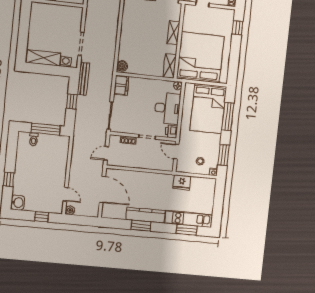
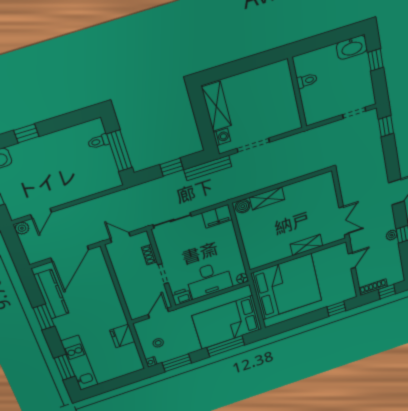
shelving: (170, 66) -> (267, 198), moved
kitchen counter: (145, 215) -> (51, 294), moved

